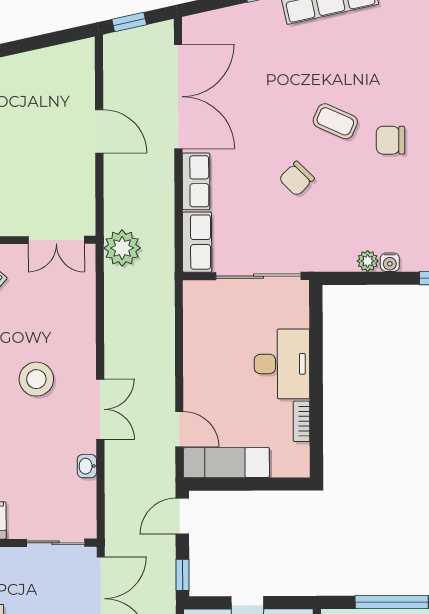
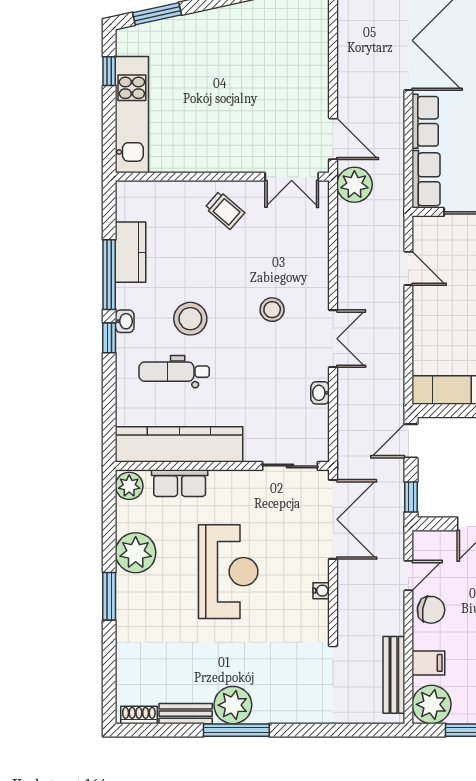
door: (99, 131) -> (333, 139), moved
stool: (36, 379) -> (272, 310), width x0.73, depth x0.73
door: (179, 429) -> (408, 268), moved

